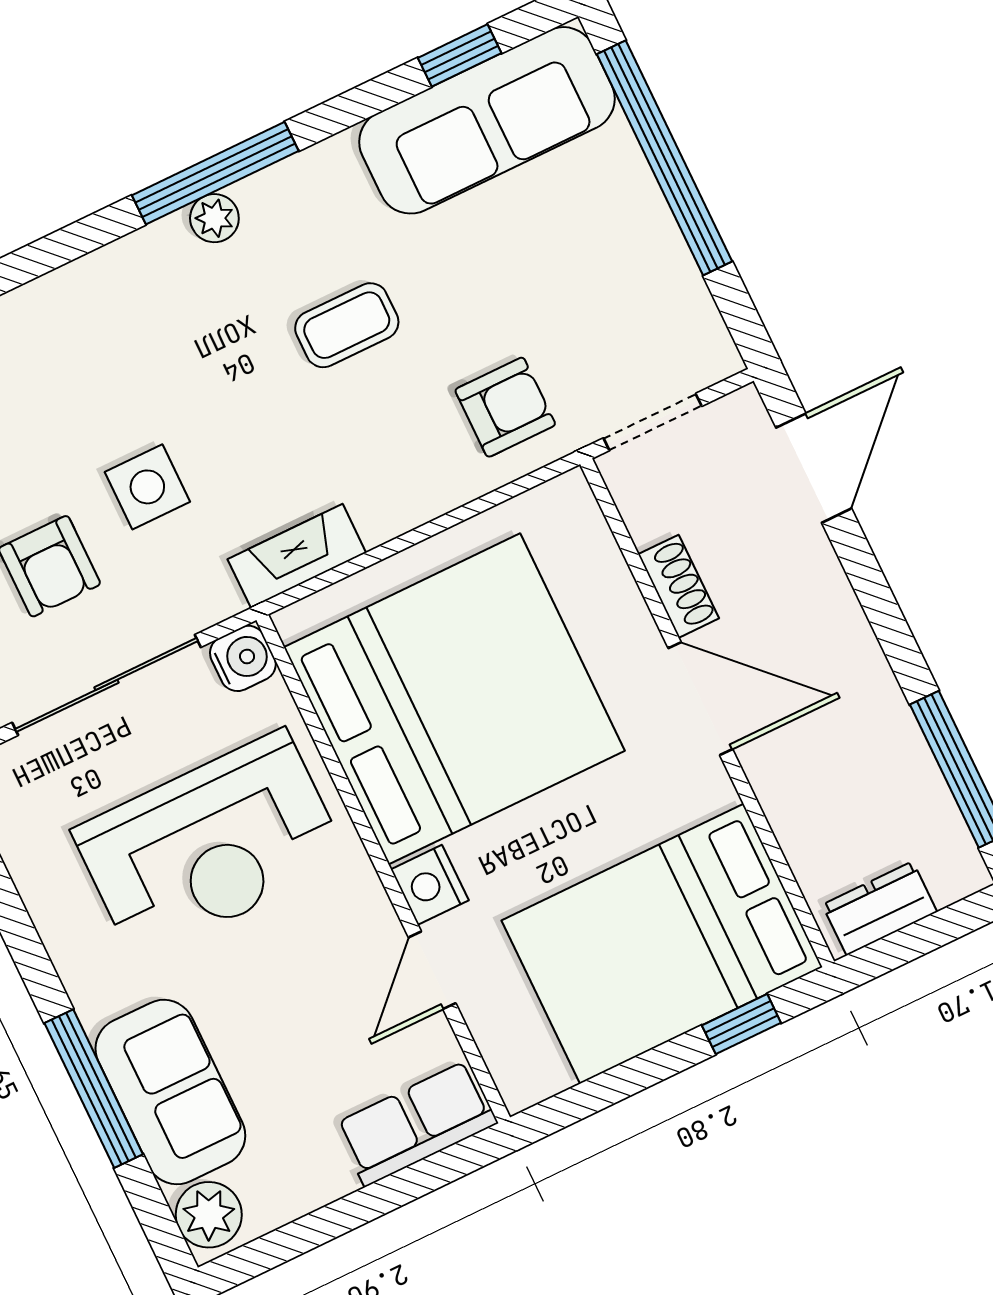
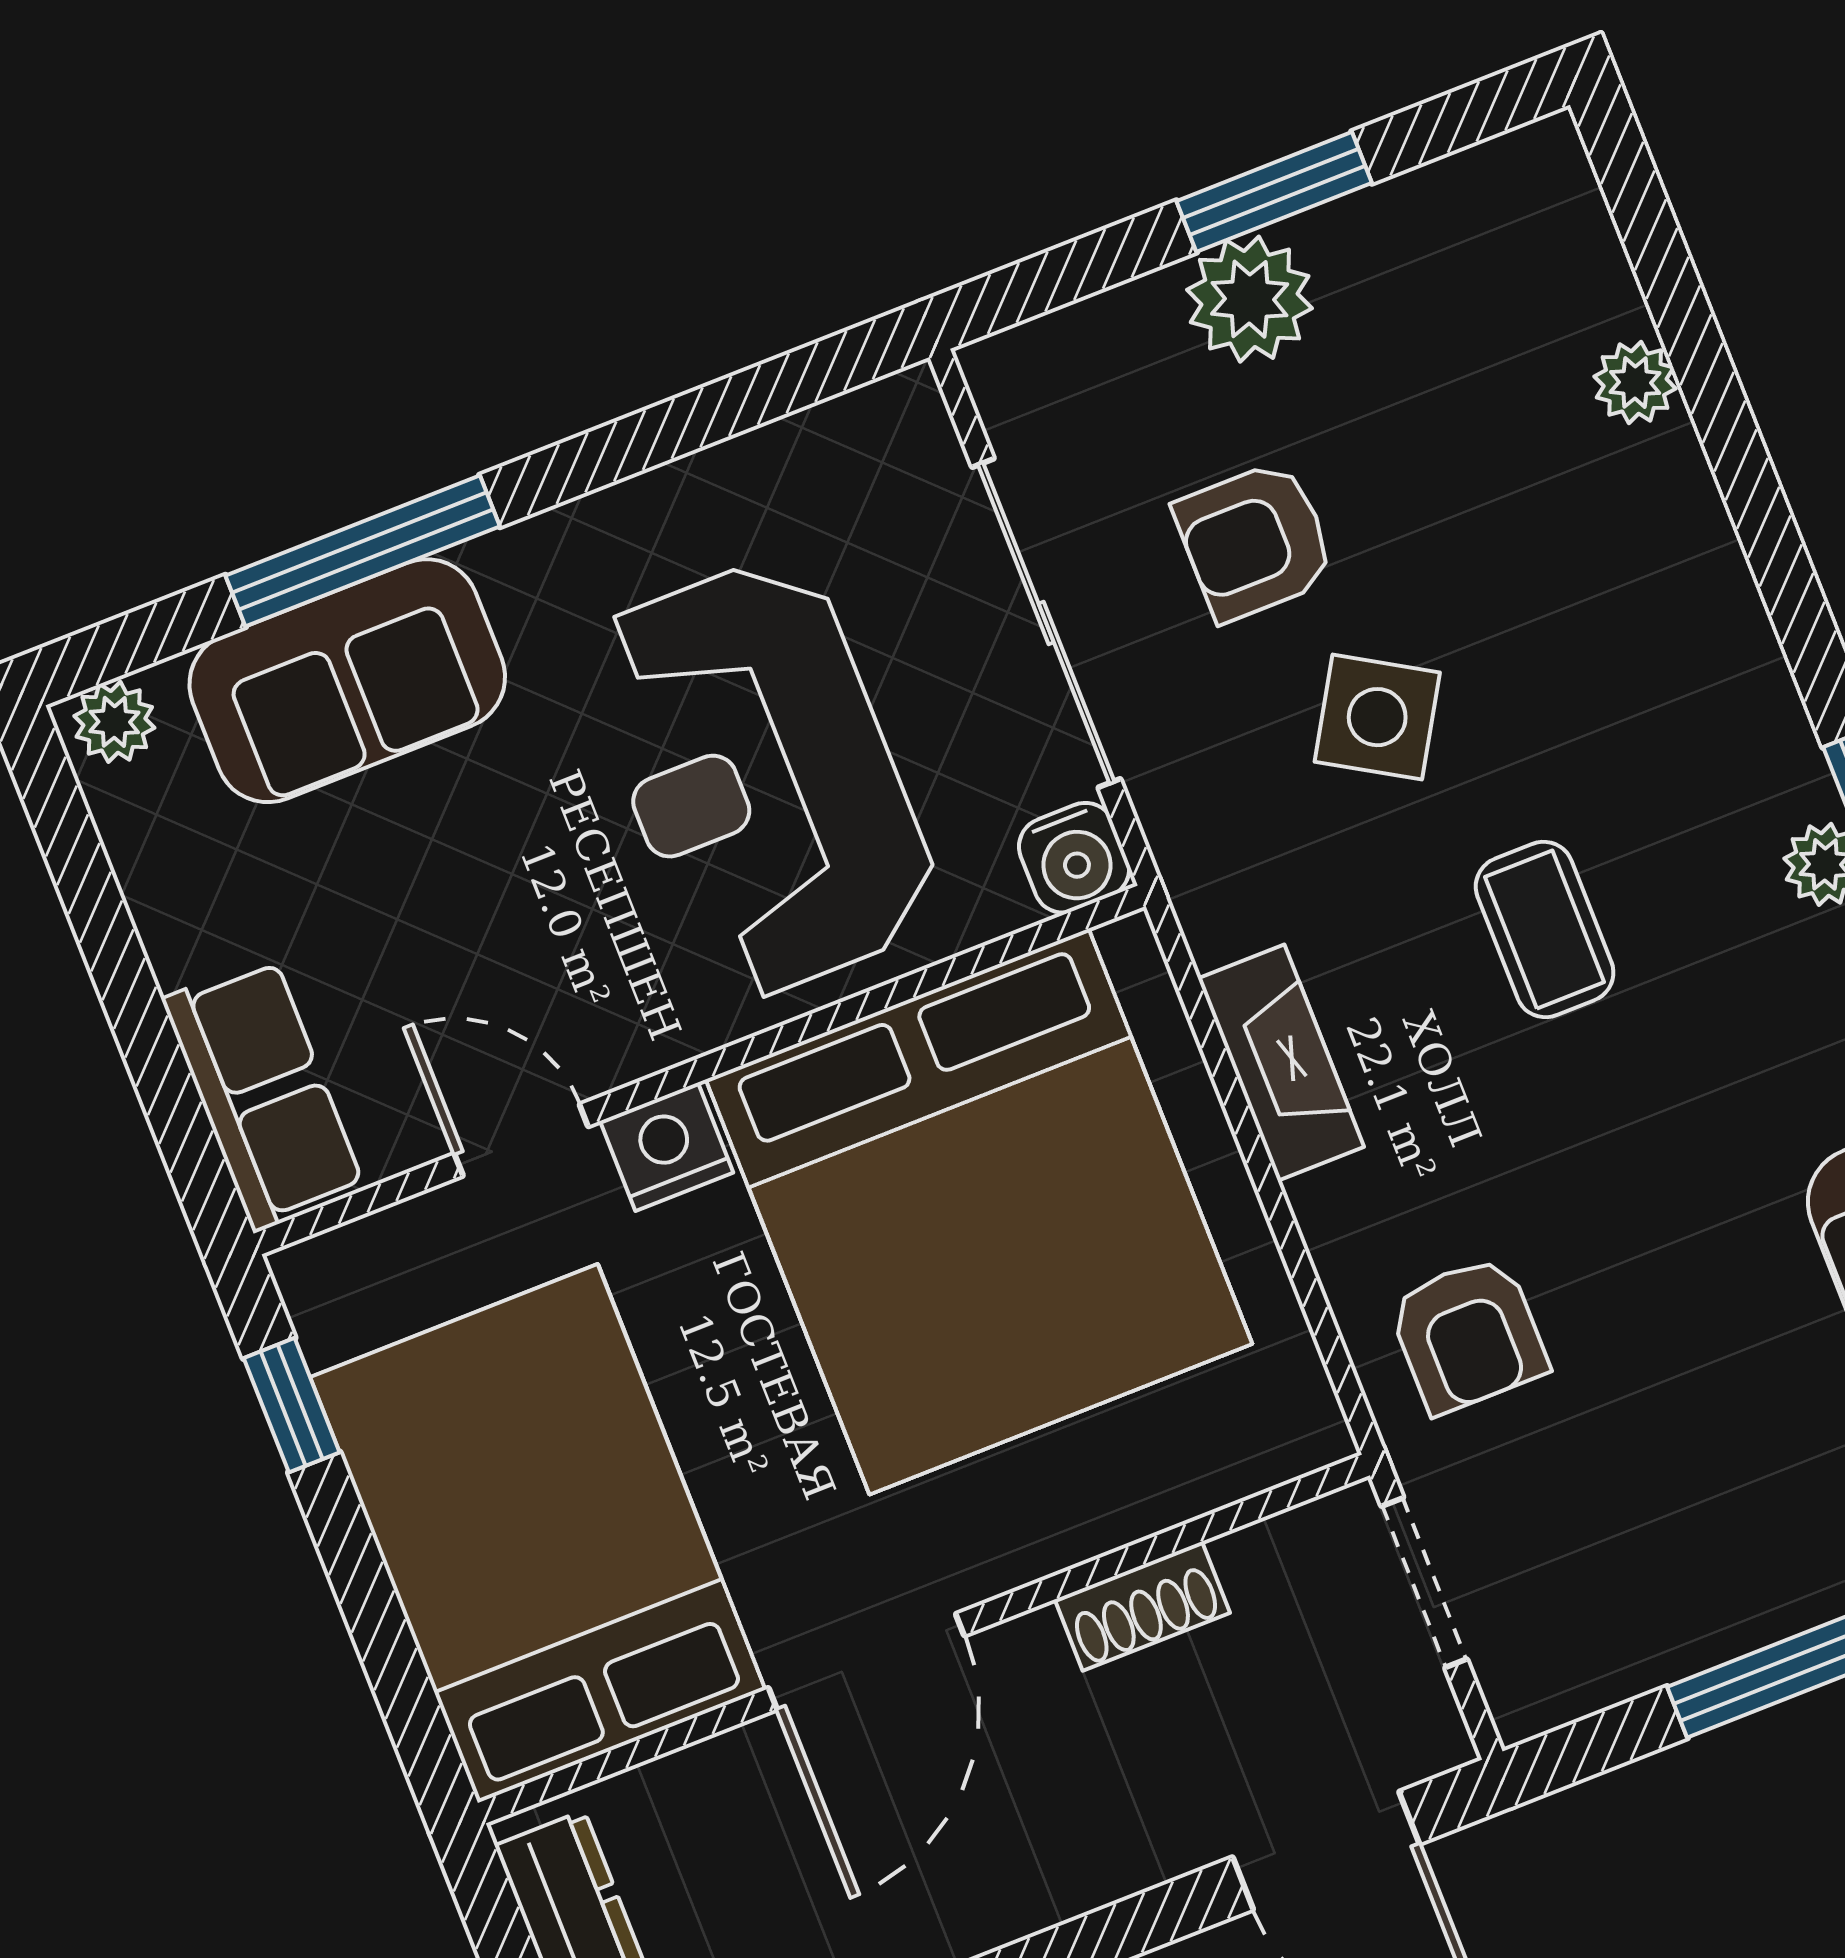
coffee table: (347, 325) -> (1545, 929), moved
side table: (147, 487) -> (1377, 717), turned 31
fireplace: (297, 556) -> (1281, 1063), moved
door: (700, 699) -> (866, 1662), moved
window: (741, 1024) -> (292, 1405), moved
plant: (209, 1215) -> (114, 722), width x0.73, depth x0.73

